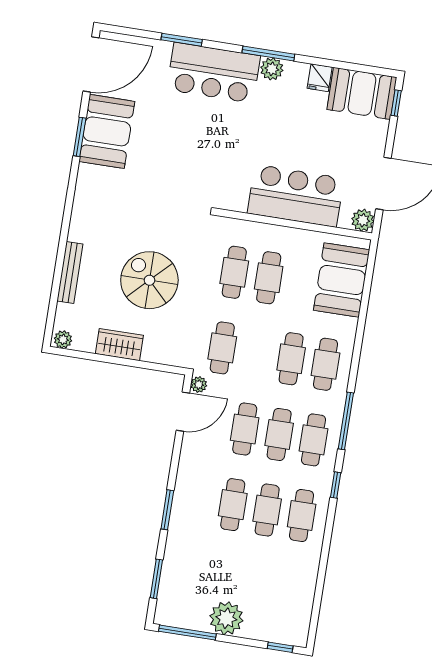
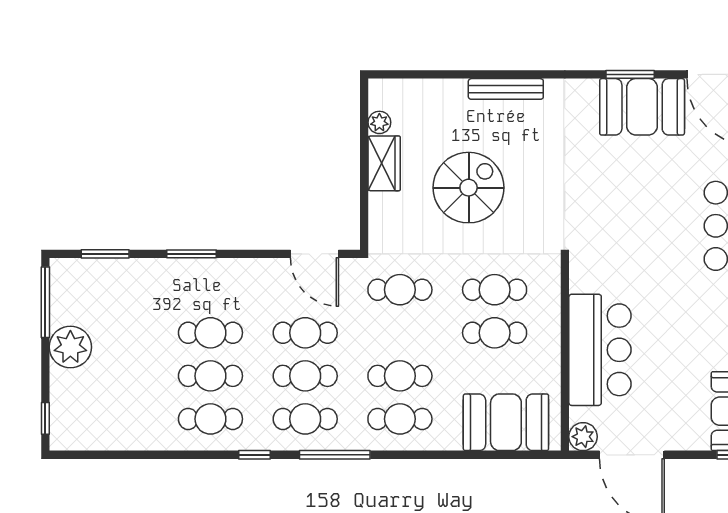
bench: (70, 272) -> (506, 89), moved
plant: (63, 339) -> (379, 122), moved
plant: (199, 385) -> (351, 268), removed

